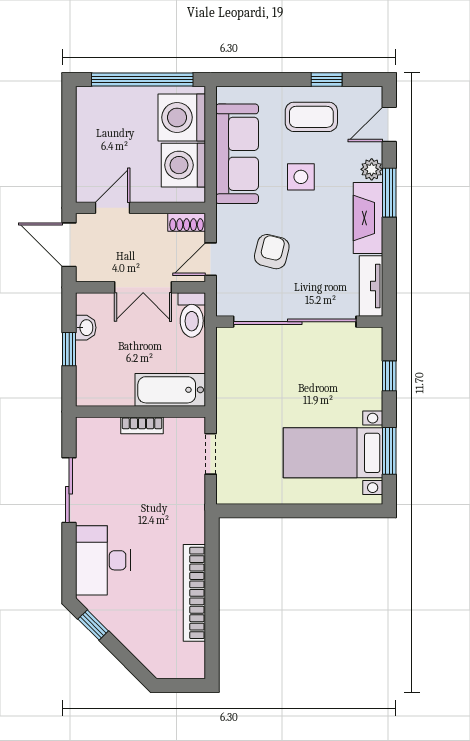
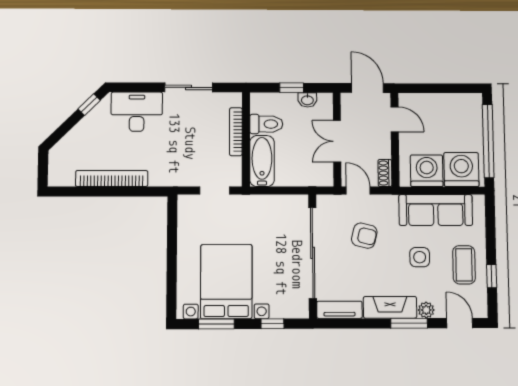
door: (69, 245) -> (367, 88), hinge flipped
toilet: (192, 315) -> (266, 124), moved, turned 180
bookcase: (142, 425) -> (236, 132), width x1.56
bed with nightstands: (333, 453) -> (226, 282), width x1.36

